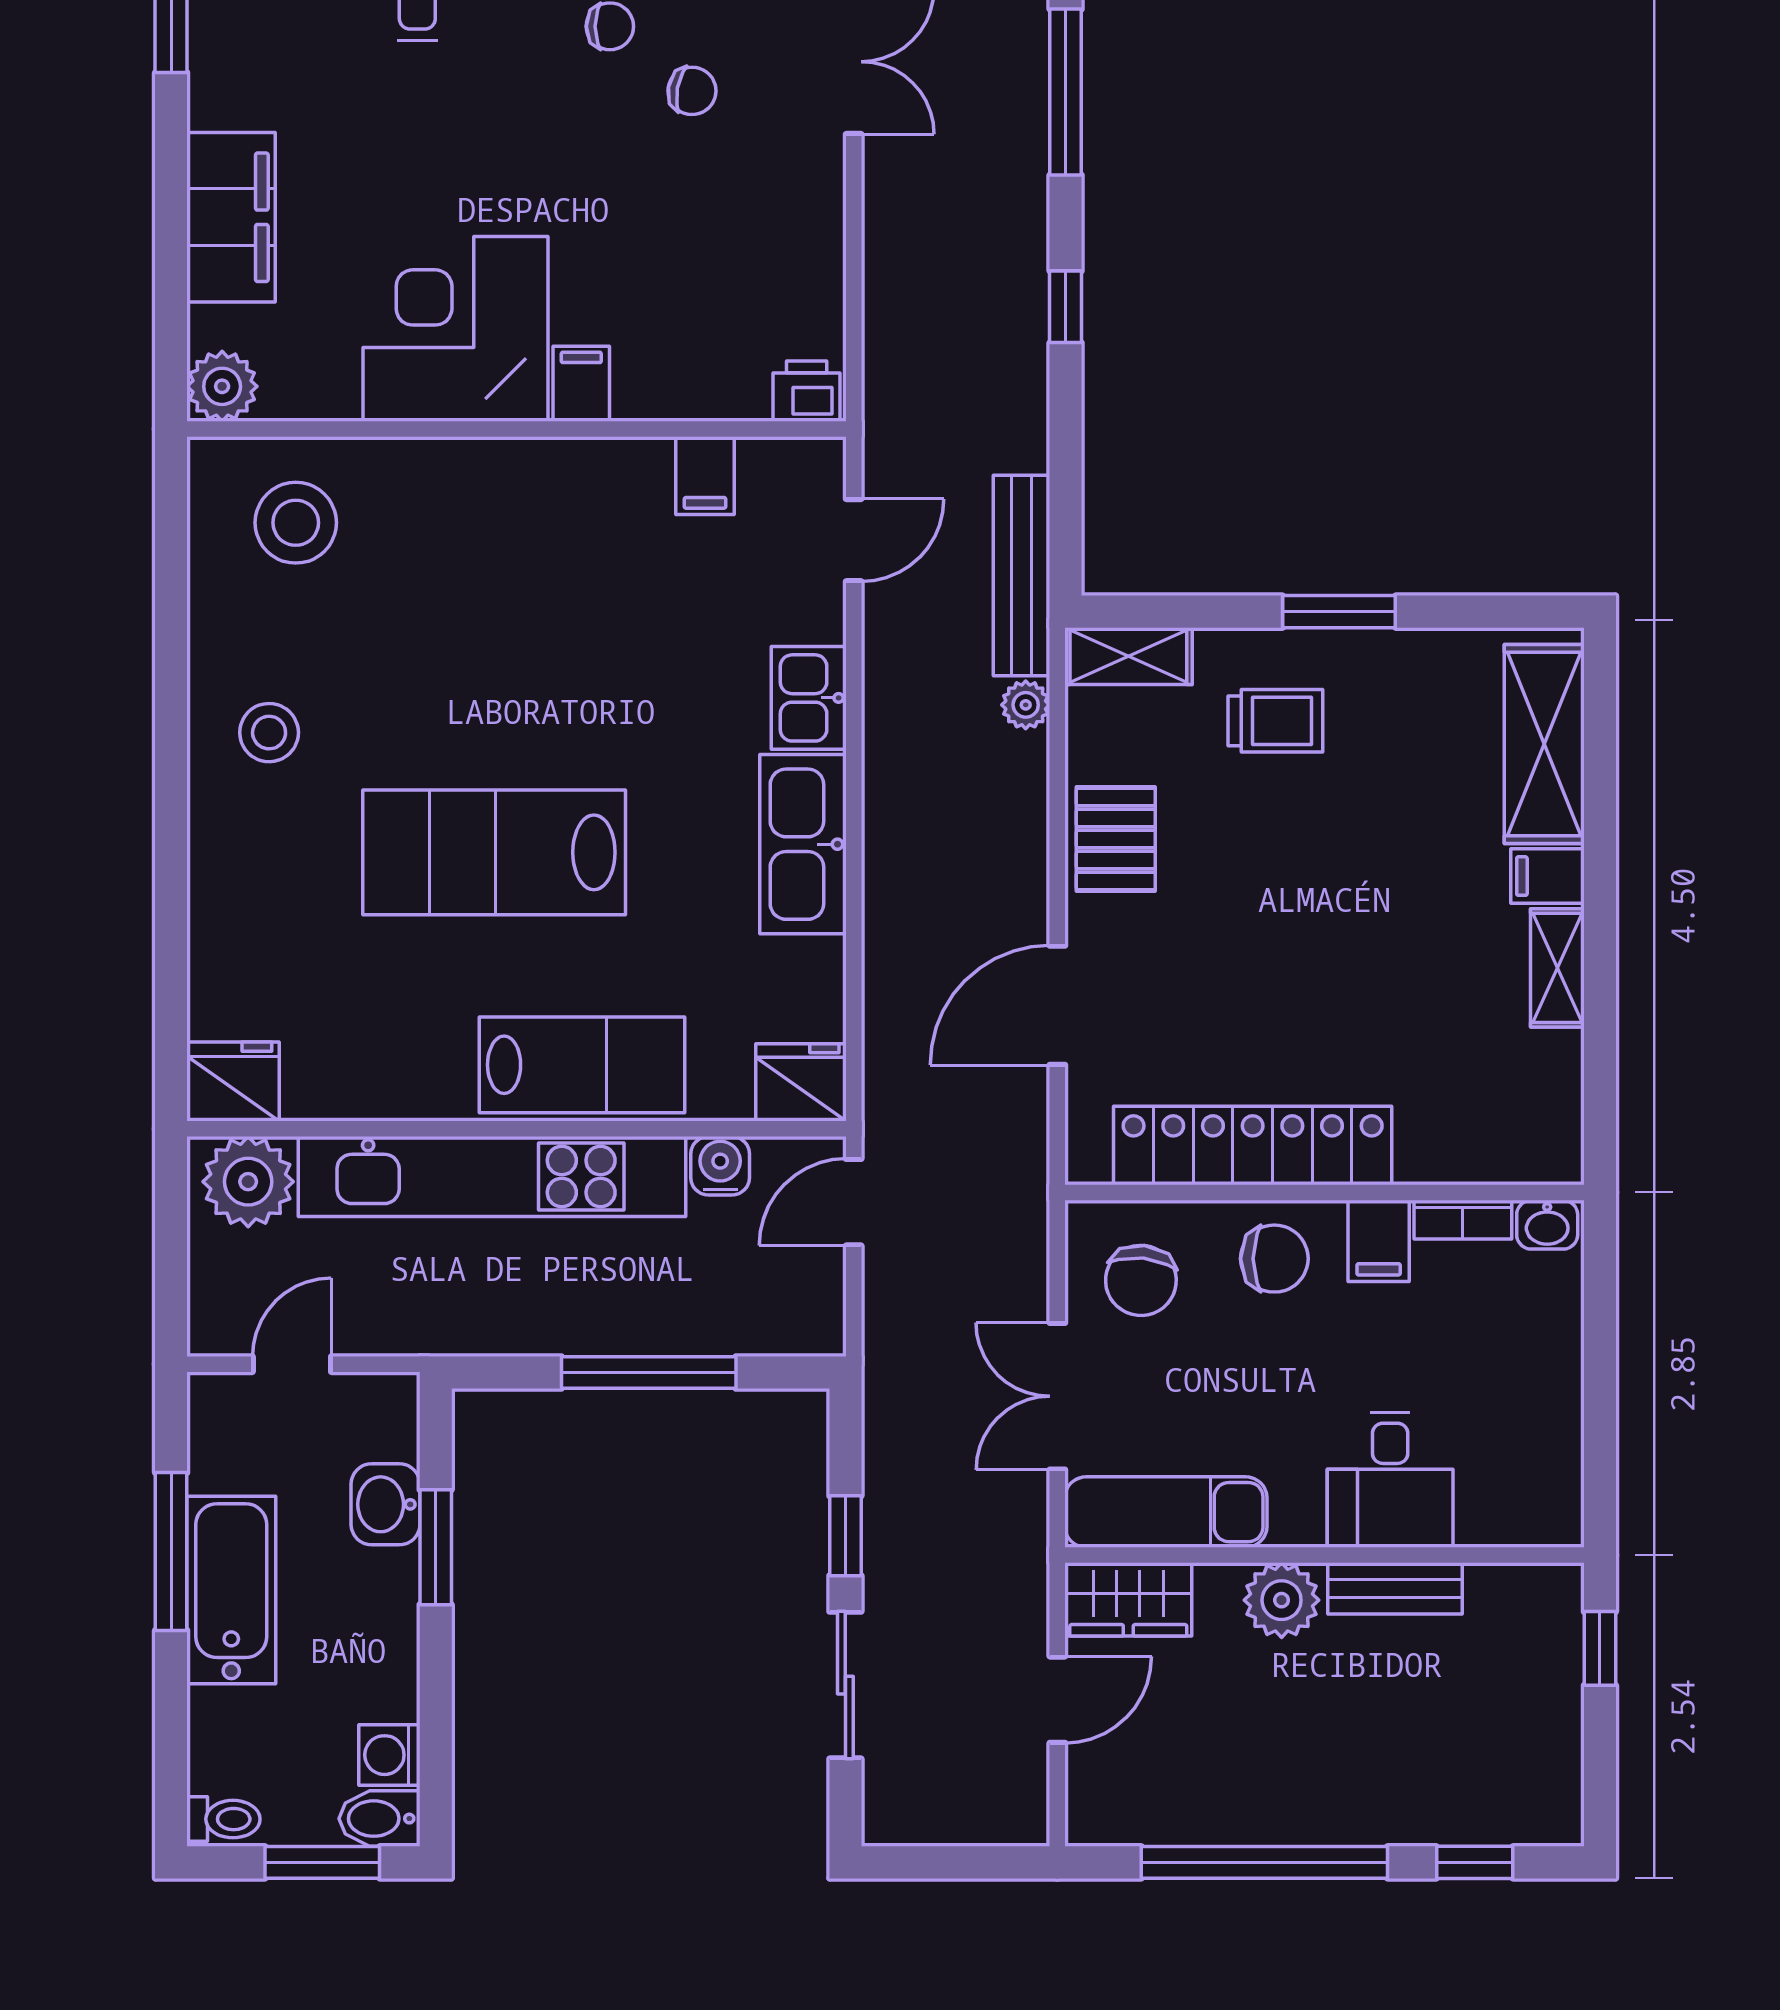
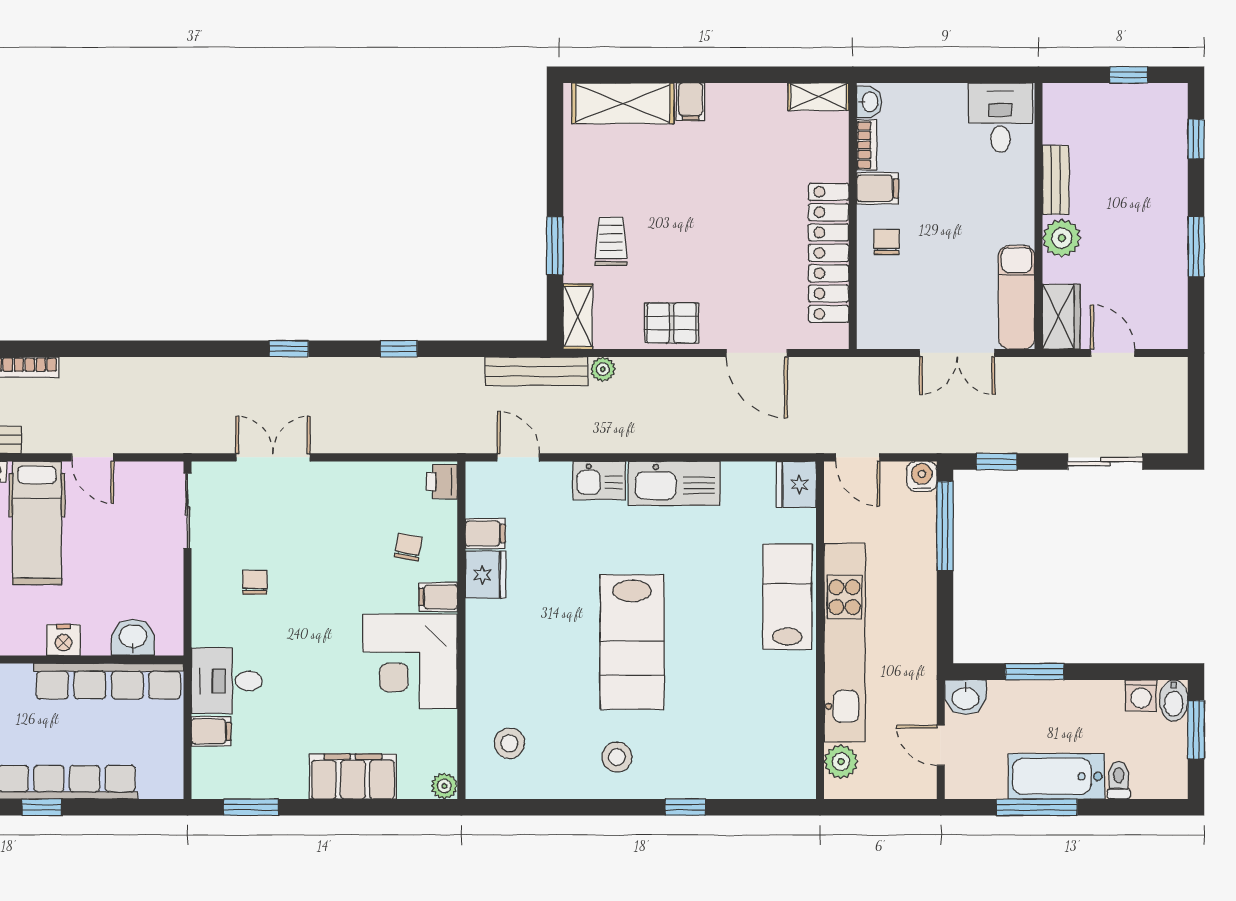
chair: (692, 91) -> (408, 547), moved
window: (1066, 92) -> (289, 349), width x0.46
plant: (222, 386) -> (444, 786), width x0.73, depth x0.73
stool: (296, 523) -> (509, 743), width x0.73, depth x0.73
window: (1339, 612) -> (555, 246), moved
lab bench: (494, 852) -> (632, 642), moved
window: (171, 866) -> (685, 807), added
shelving: (1557, 968) -> (818, 97), moved
fridge: (233, 1082) -> (486, 575), moved, turned 180
water cooler: (720, 1166) -> (922, 476), moved, turned 90
plant: (248, 1182) -> (841, 762), width x0.73, depth x0.73
chair: (1274, 1259) -> (887, 242), width x0.73, depth x0.73
chair: (1141, 1280) -> (898, 310), removed
window: (649, 1372) -> (945, 526), moved
desk: (1390, 1480) -> (1000, 118), moved, turned -90
washbasin: (385, 1504) -> (965, 697), moved
window: (845, 1536) -> (997, 462), moved
window: (1600, 1648) -> (1129, 75), moved
toilet: (223, 1819) -> (1119, 780), moved
window: (1264, 1862) -> (1196, 247), width x0.47

